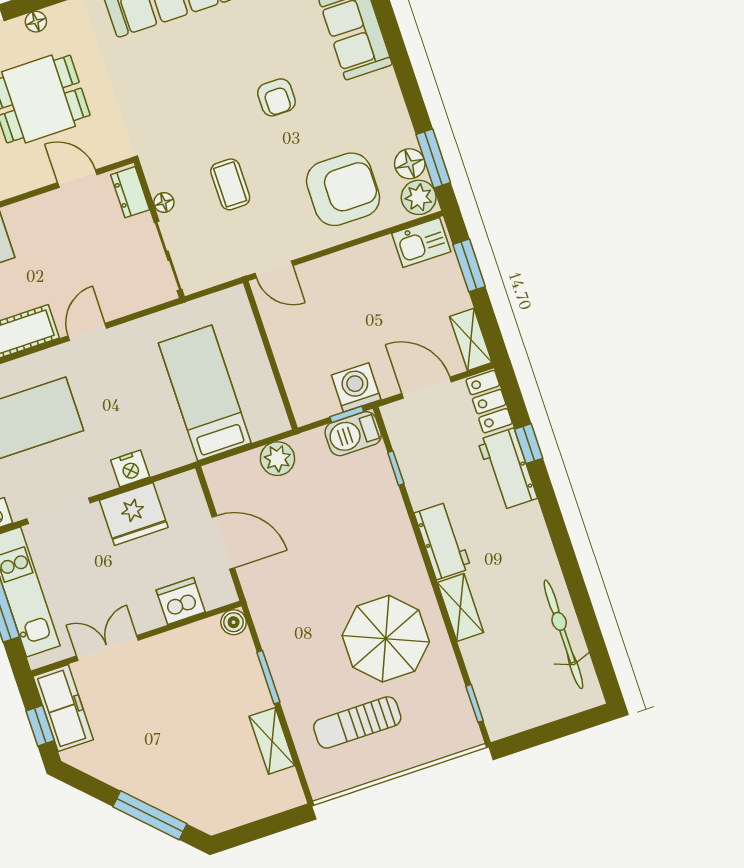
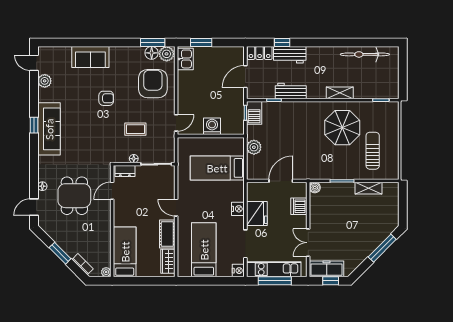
shelving: (471, 339) -> (232, 52), removed
washing machine: (356, 387) -> (212, 126), moved, turned 90
workbench: (443, 541) -> (291, 91), moved
sun lounger: (357, 722) -> (373, 151), turned 180

